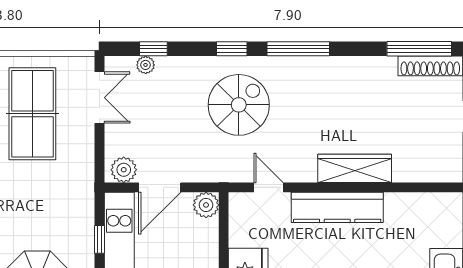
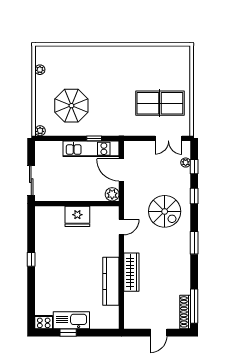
window: (232, 49) -> (194, 196), moved
window: (298, 49) -> (194, 243), width x0.69
plant: (124, 170) -> (131, 151), removed
kitchen counter: (337, 207) -> (111, 281), moved

